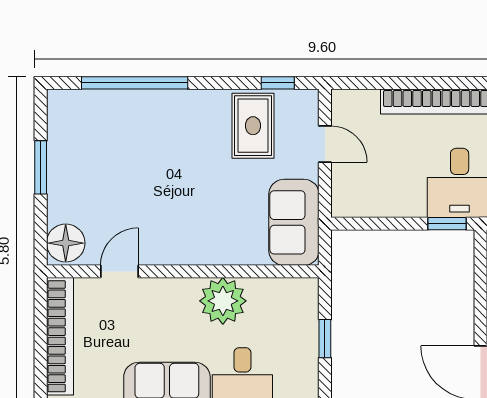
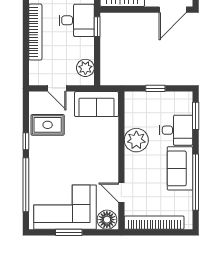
window: (278, 83) -> (26, 141), moved
door: (325, 144) -> (57, 88), swing flipped
corner sofa: (90, 160) -> (65, 207), added
plant: (366, 200) -> (85, 68), added

